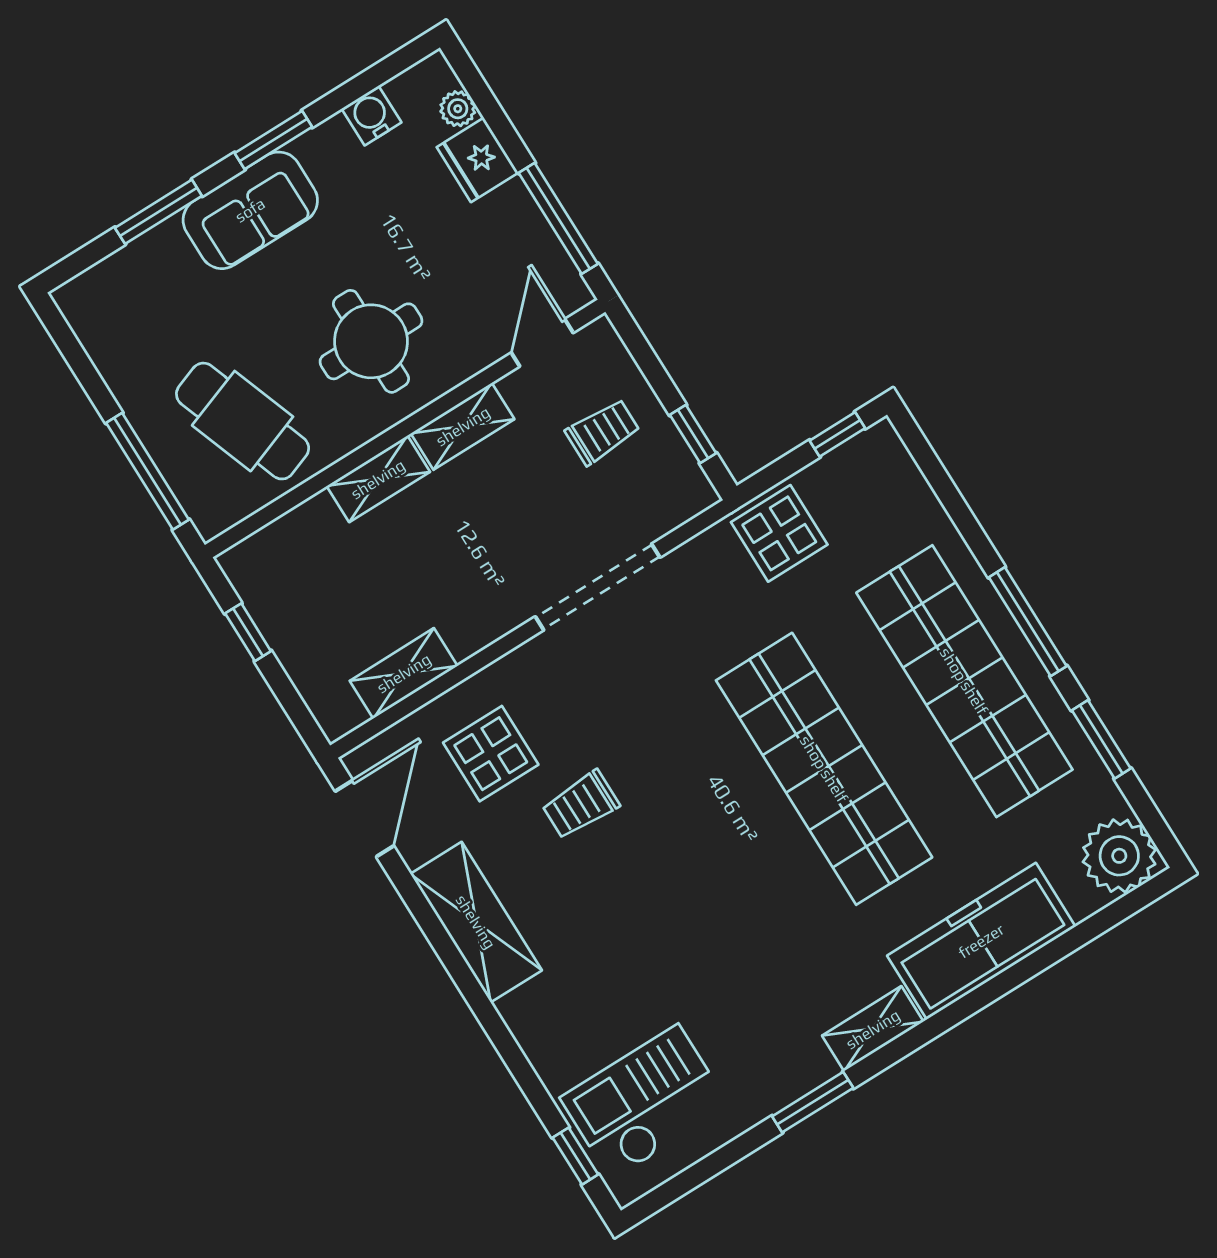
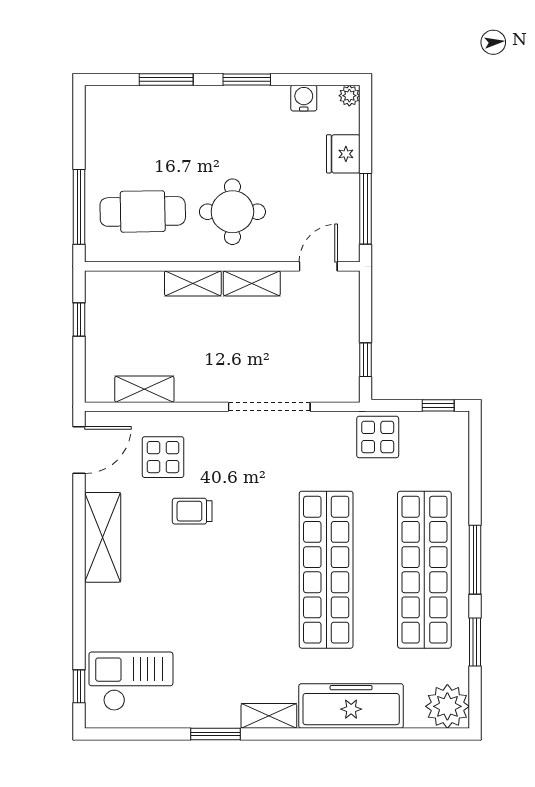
plant: (458, 109) -> (349, 96), moved
sofa: (250, 210) -> (213, 108), removed
cafe table: (243, 421) -> (143, 211), turned -71
trolley: (603, 432) -> (321, 330), removed

